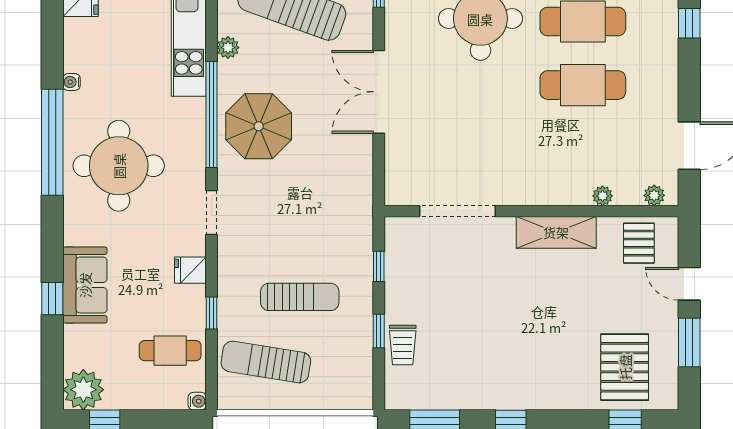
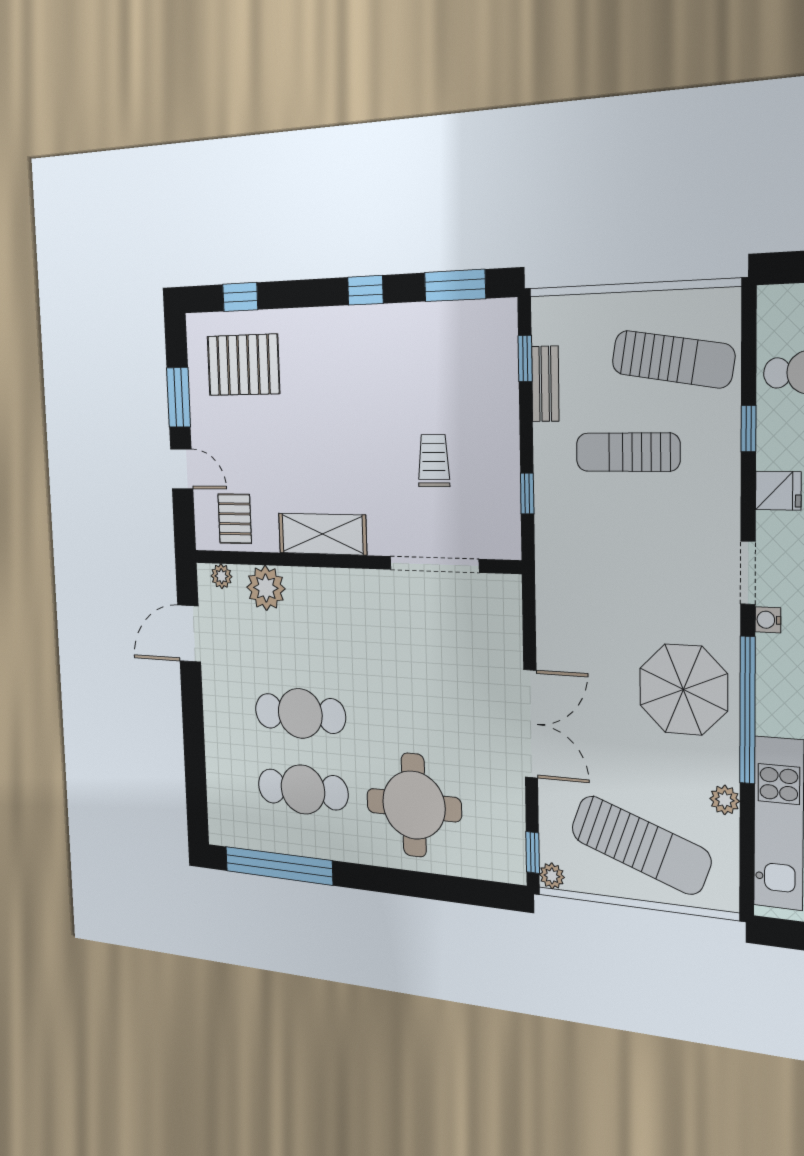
window: (689, 23) -> (195, 776), removed
plant: (603, 196) -> (266, 588), width x1.88, depth x1.88
window: (379, 331) -> (525, 358), moved
trolley: (403, 345) -> (434, 461), moved
bench: (363, 347) -> (545, 384), added
pallet: (625, 367) -> (243, 365), turned 90
water cooler: (197, 401) -> (768, 620), moved

